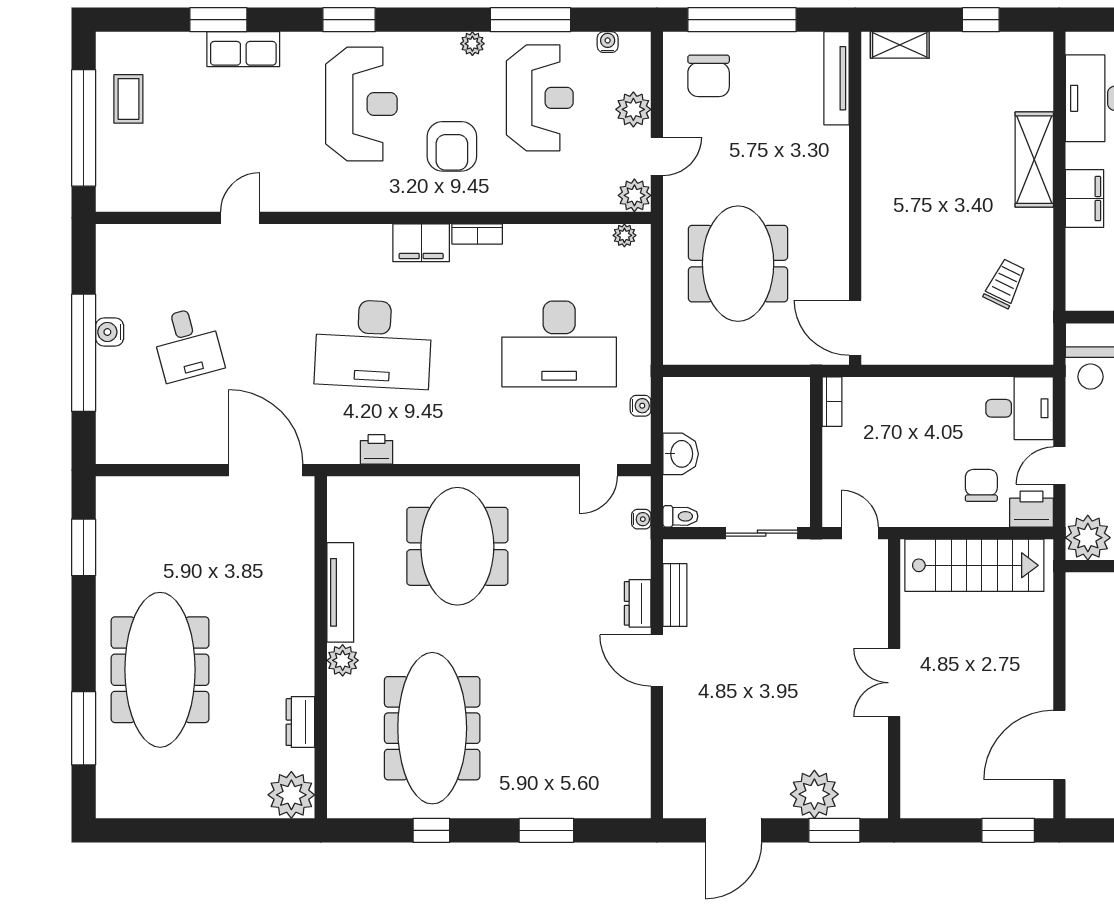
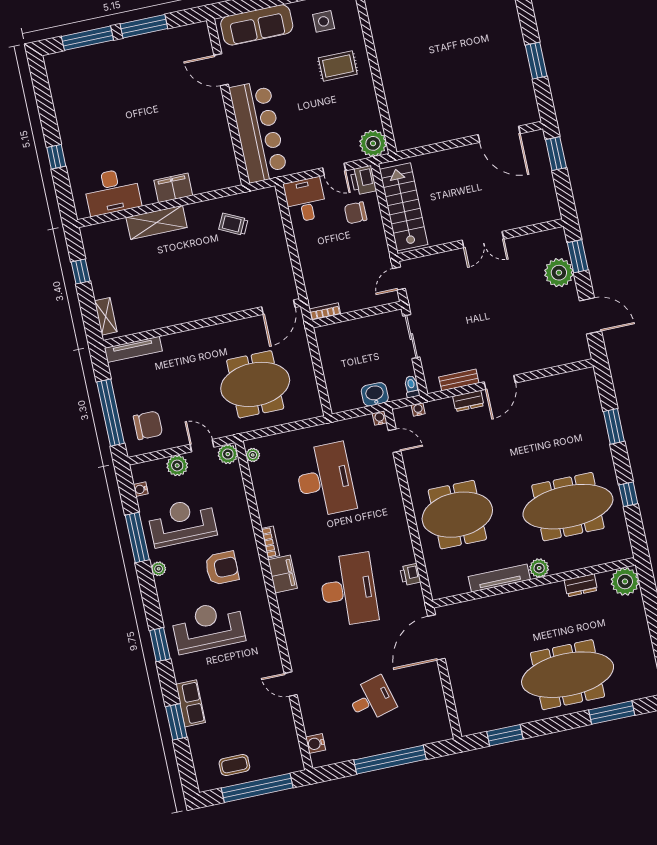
water cooler: (110, 332) -> (316, 744), moved, turned 90
water cooler: (641, 406) -> (380, 418), moved

